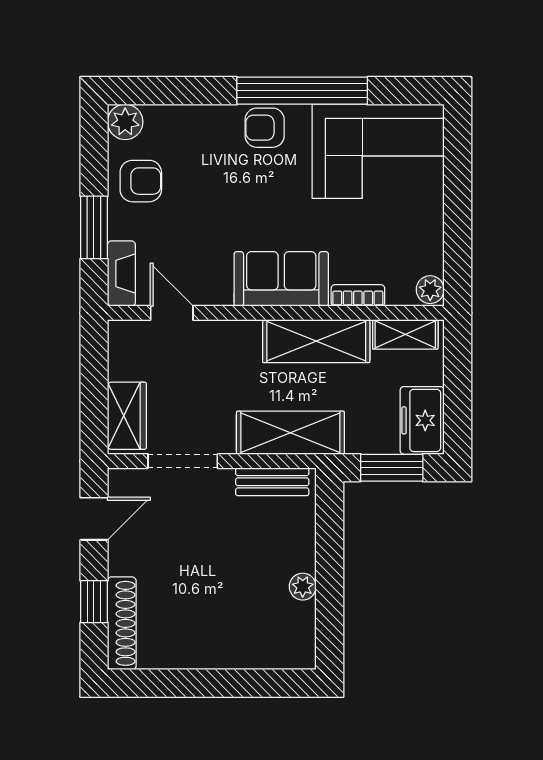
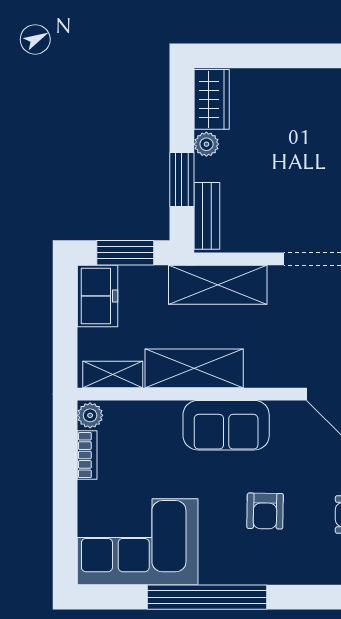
armchair: (265, 128) -> (265, 511), moved, turned 91
bookcase: (358, 295) -> (87, 455), moved, turned -90
bench: (272, 482) -> (207, 216), moved, turned 90
window: (330, 548) -> (182, 180), added
wardrobe: (297, 636) -> (212, 99), added

